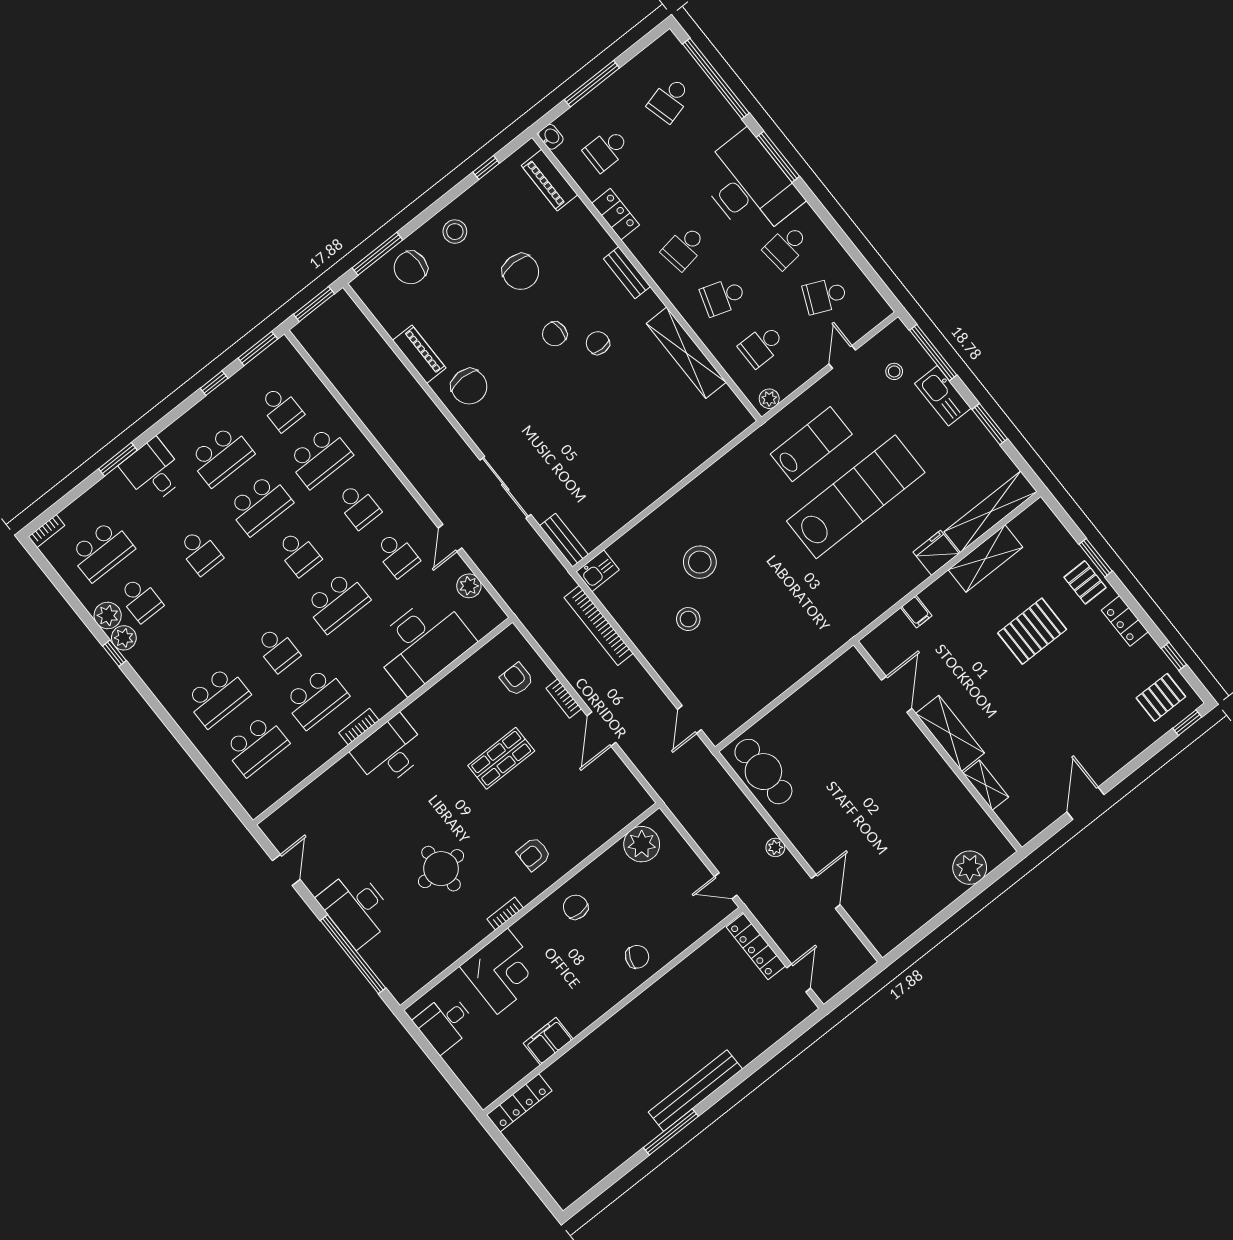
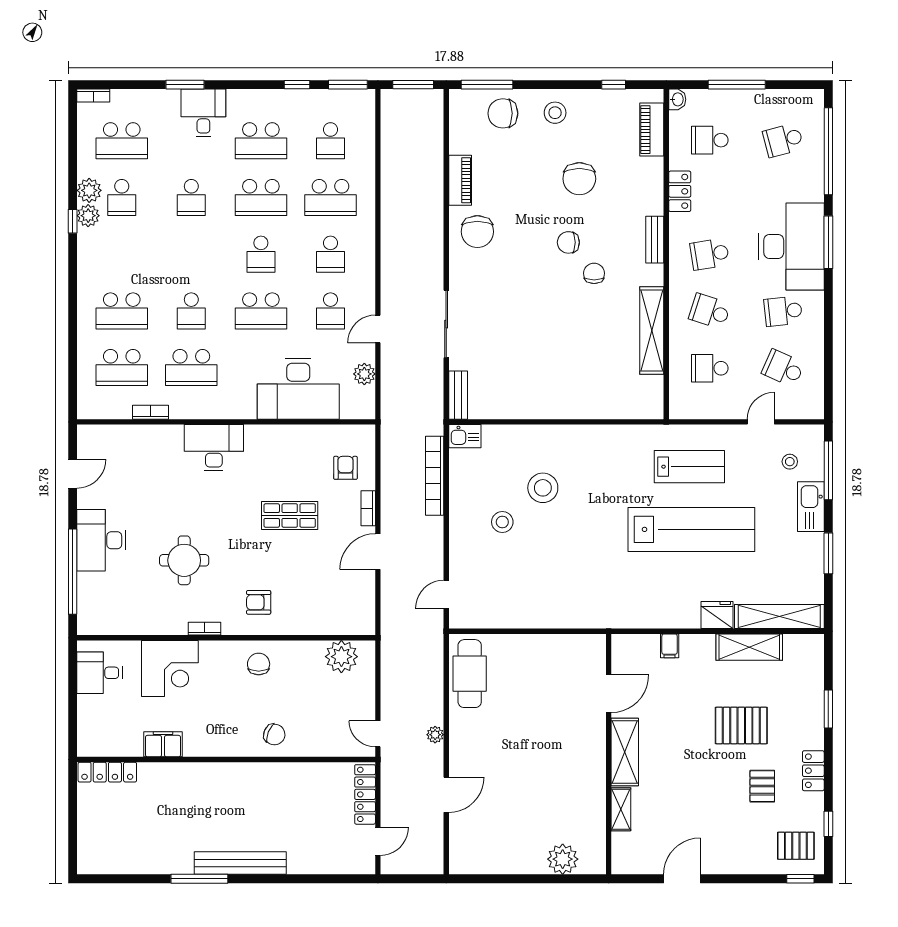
plant: (769, 399) -> (685, 410), removed
pallet: (1085, 582) -> (762, 786), moved
bookcase: (359, 727) -> (151, 412), moved

